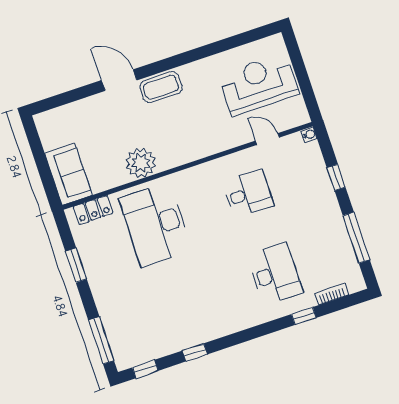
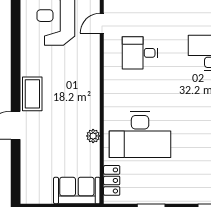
plant: (141, 163) -> (93, 136), width x0.53, depth x0.53
desk: (248, 194) -> (140, 53), turned -90

